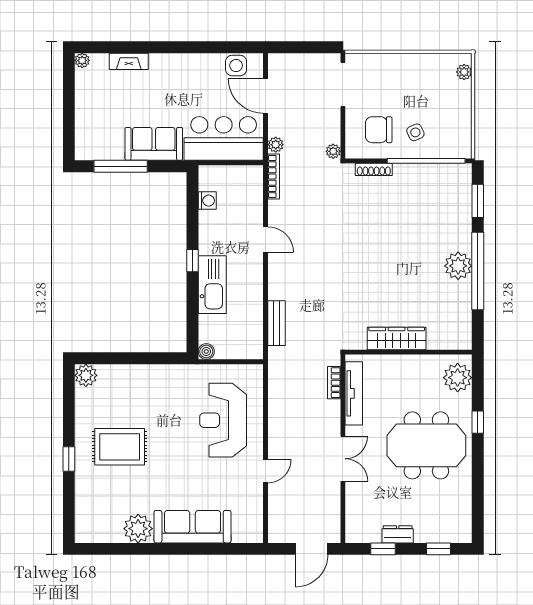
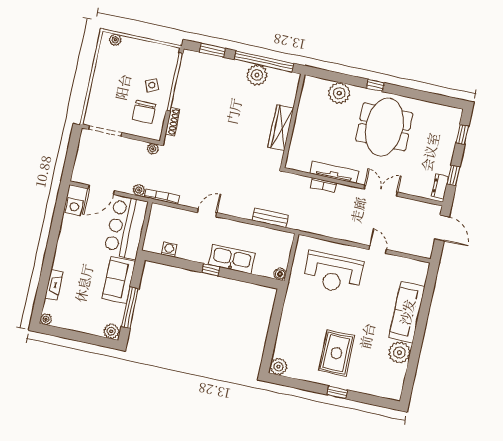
plant: (85, 148) -> (111, 331), added
wardrobe: (397, 338) -> (281, 128), moved
wall: (409, 352) -> (293, 121), moved
dresser: (398, 534) -> (440, 186), moved

